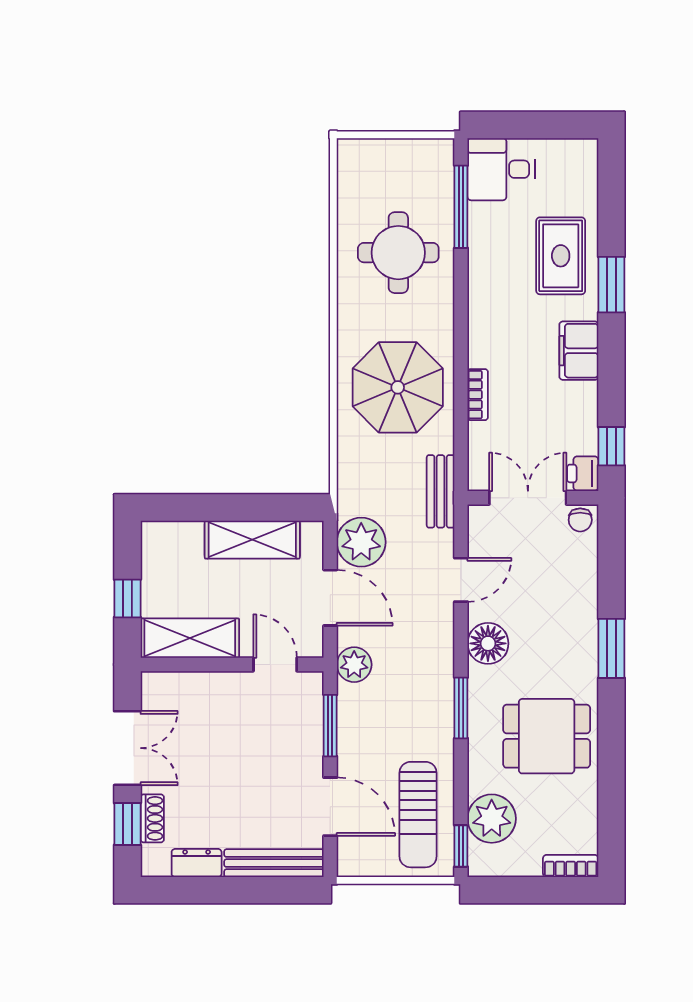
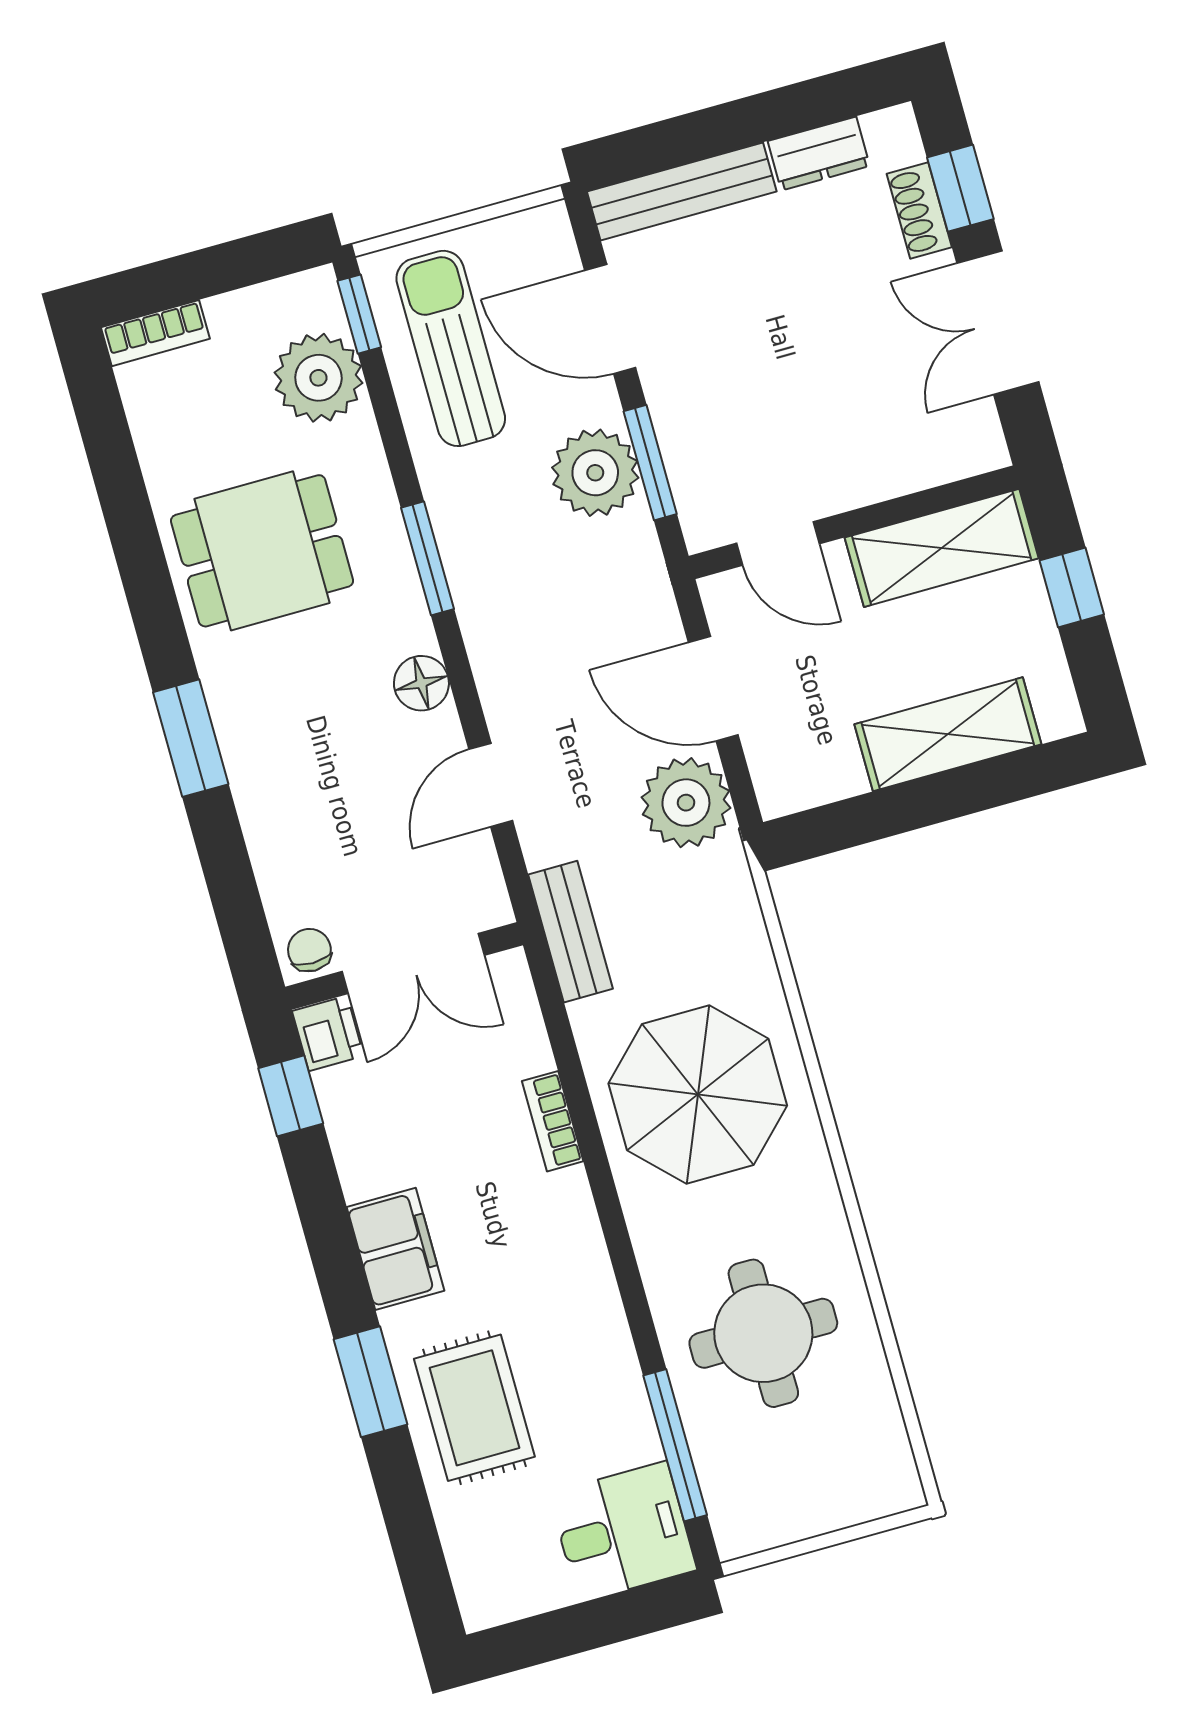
shelving: (252, 540) -> (948, 734), moved
floor lamp: (488, 643) -> (421, 683), width x0.73, depth x0.73
plant: (354, 665) -> (595, 473), moved, width x1.36, depth x1.36

